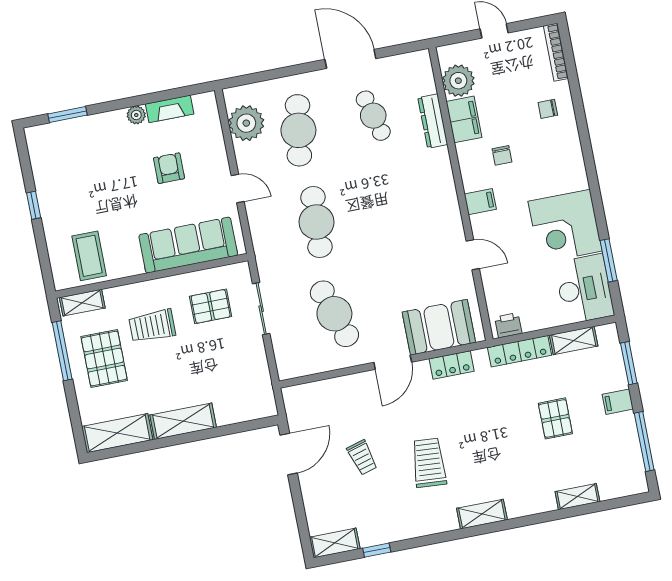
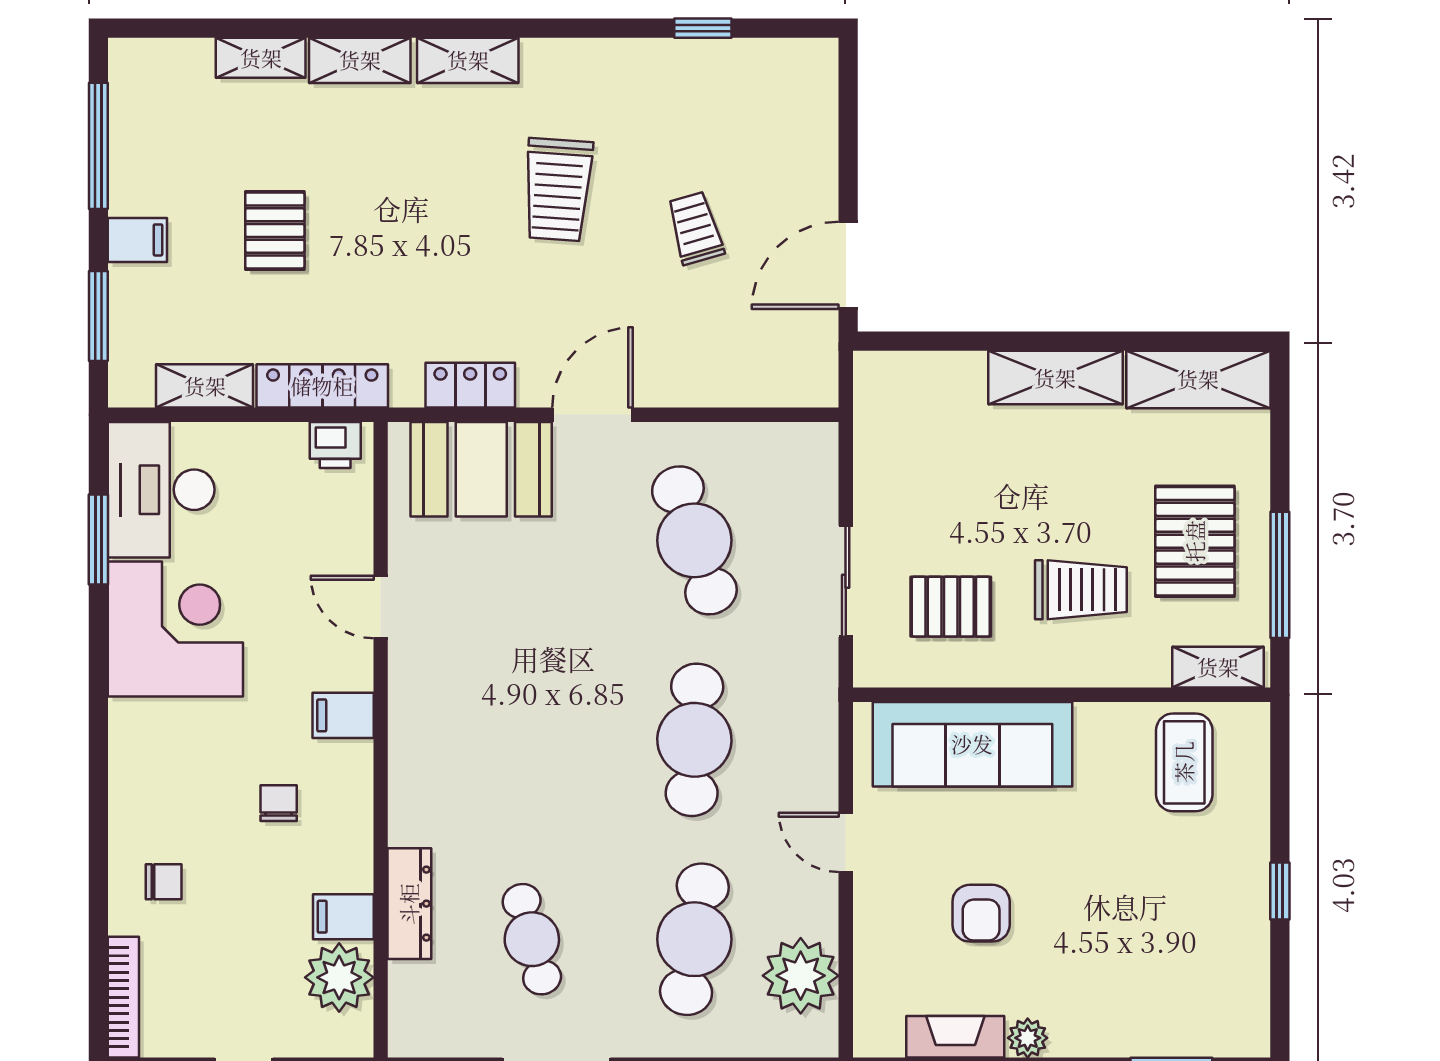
filing cabinet: (464, 119) -> (343, 917), width x0.50
shelving: (335, 543) -> (360, 60), moved

